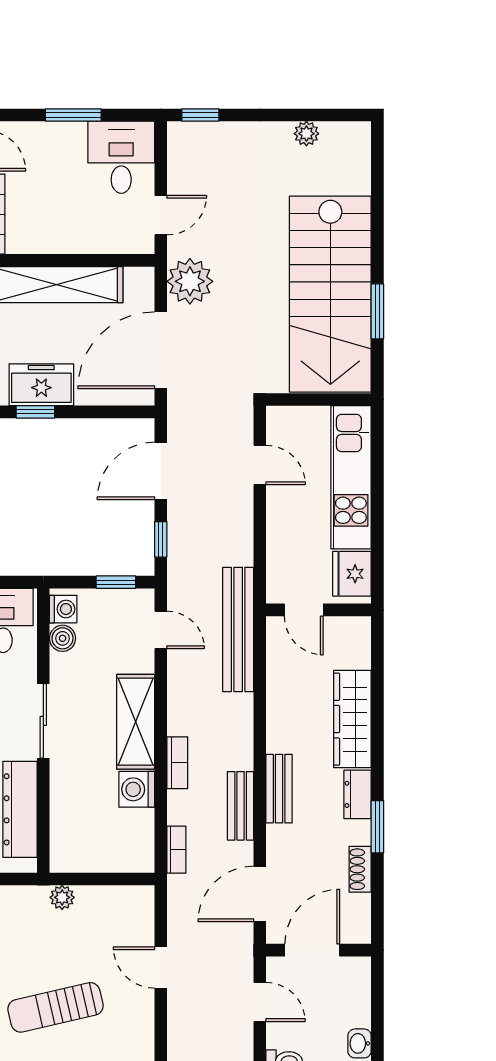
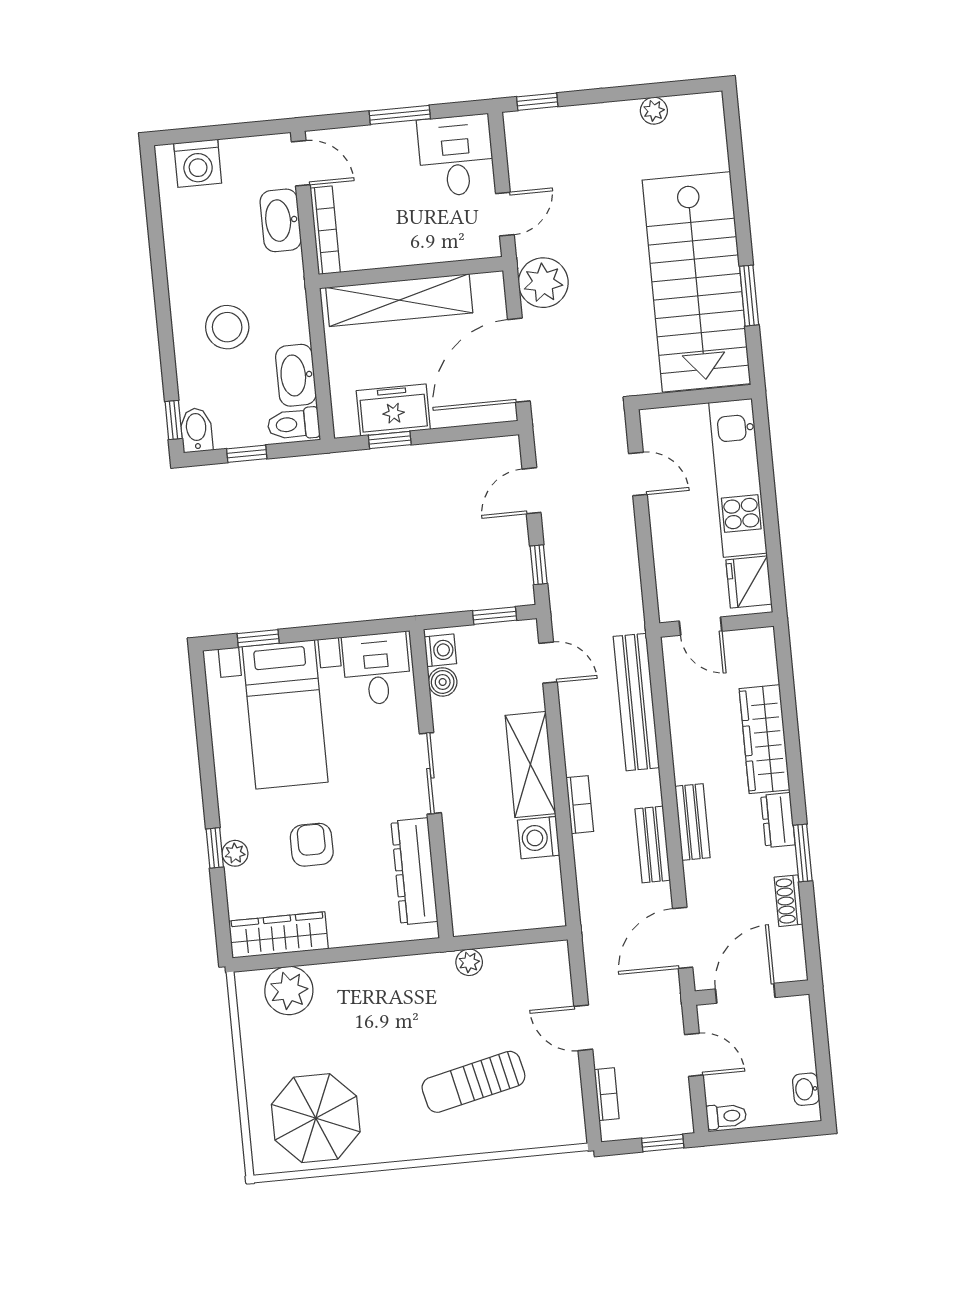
door: (161, 471) -> (532, 491), width x0.73
bench: (238, 629) -> (636, 702), moved
bookcase: (176, 850) -> (607, 1094), moved

